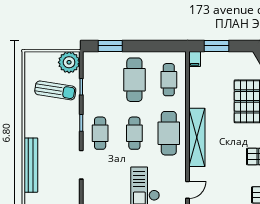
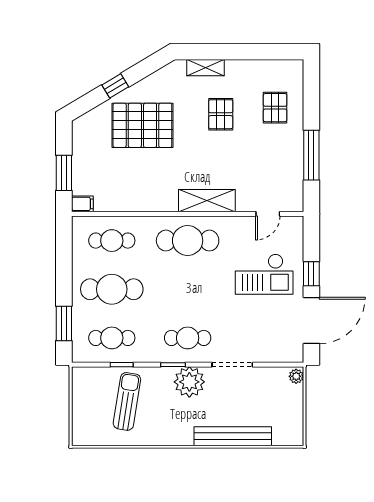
plant: (69, 62) -> (189, 382), moved
cafe table: (134, 133) -> (112, 338), moved
shelving: (197, 137) -> (207, 201), width x0.68
door: (188, 190) -> (268, 214), swing flipped

